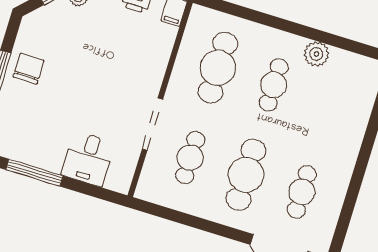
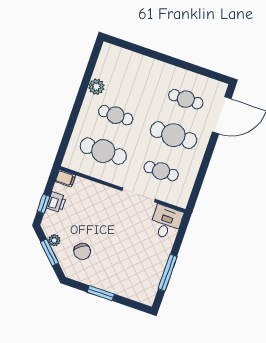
chair: (29, 69) -> (82, 251), moved, turned -125
desk: (88, 159) -> (166, 222), moved, turned -90

